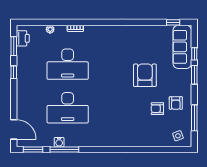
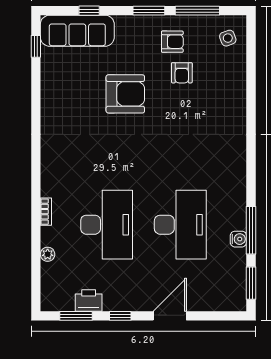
printer: (23, 38) -> (89, 301), moved
armchair: (145, 75) -> (125, 94), turned 180
window: (194, 75) -> (149, 11), moved
door: (14, 129) -> (170, 316), moved

